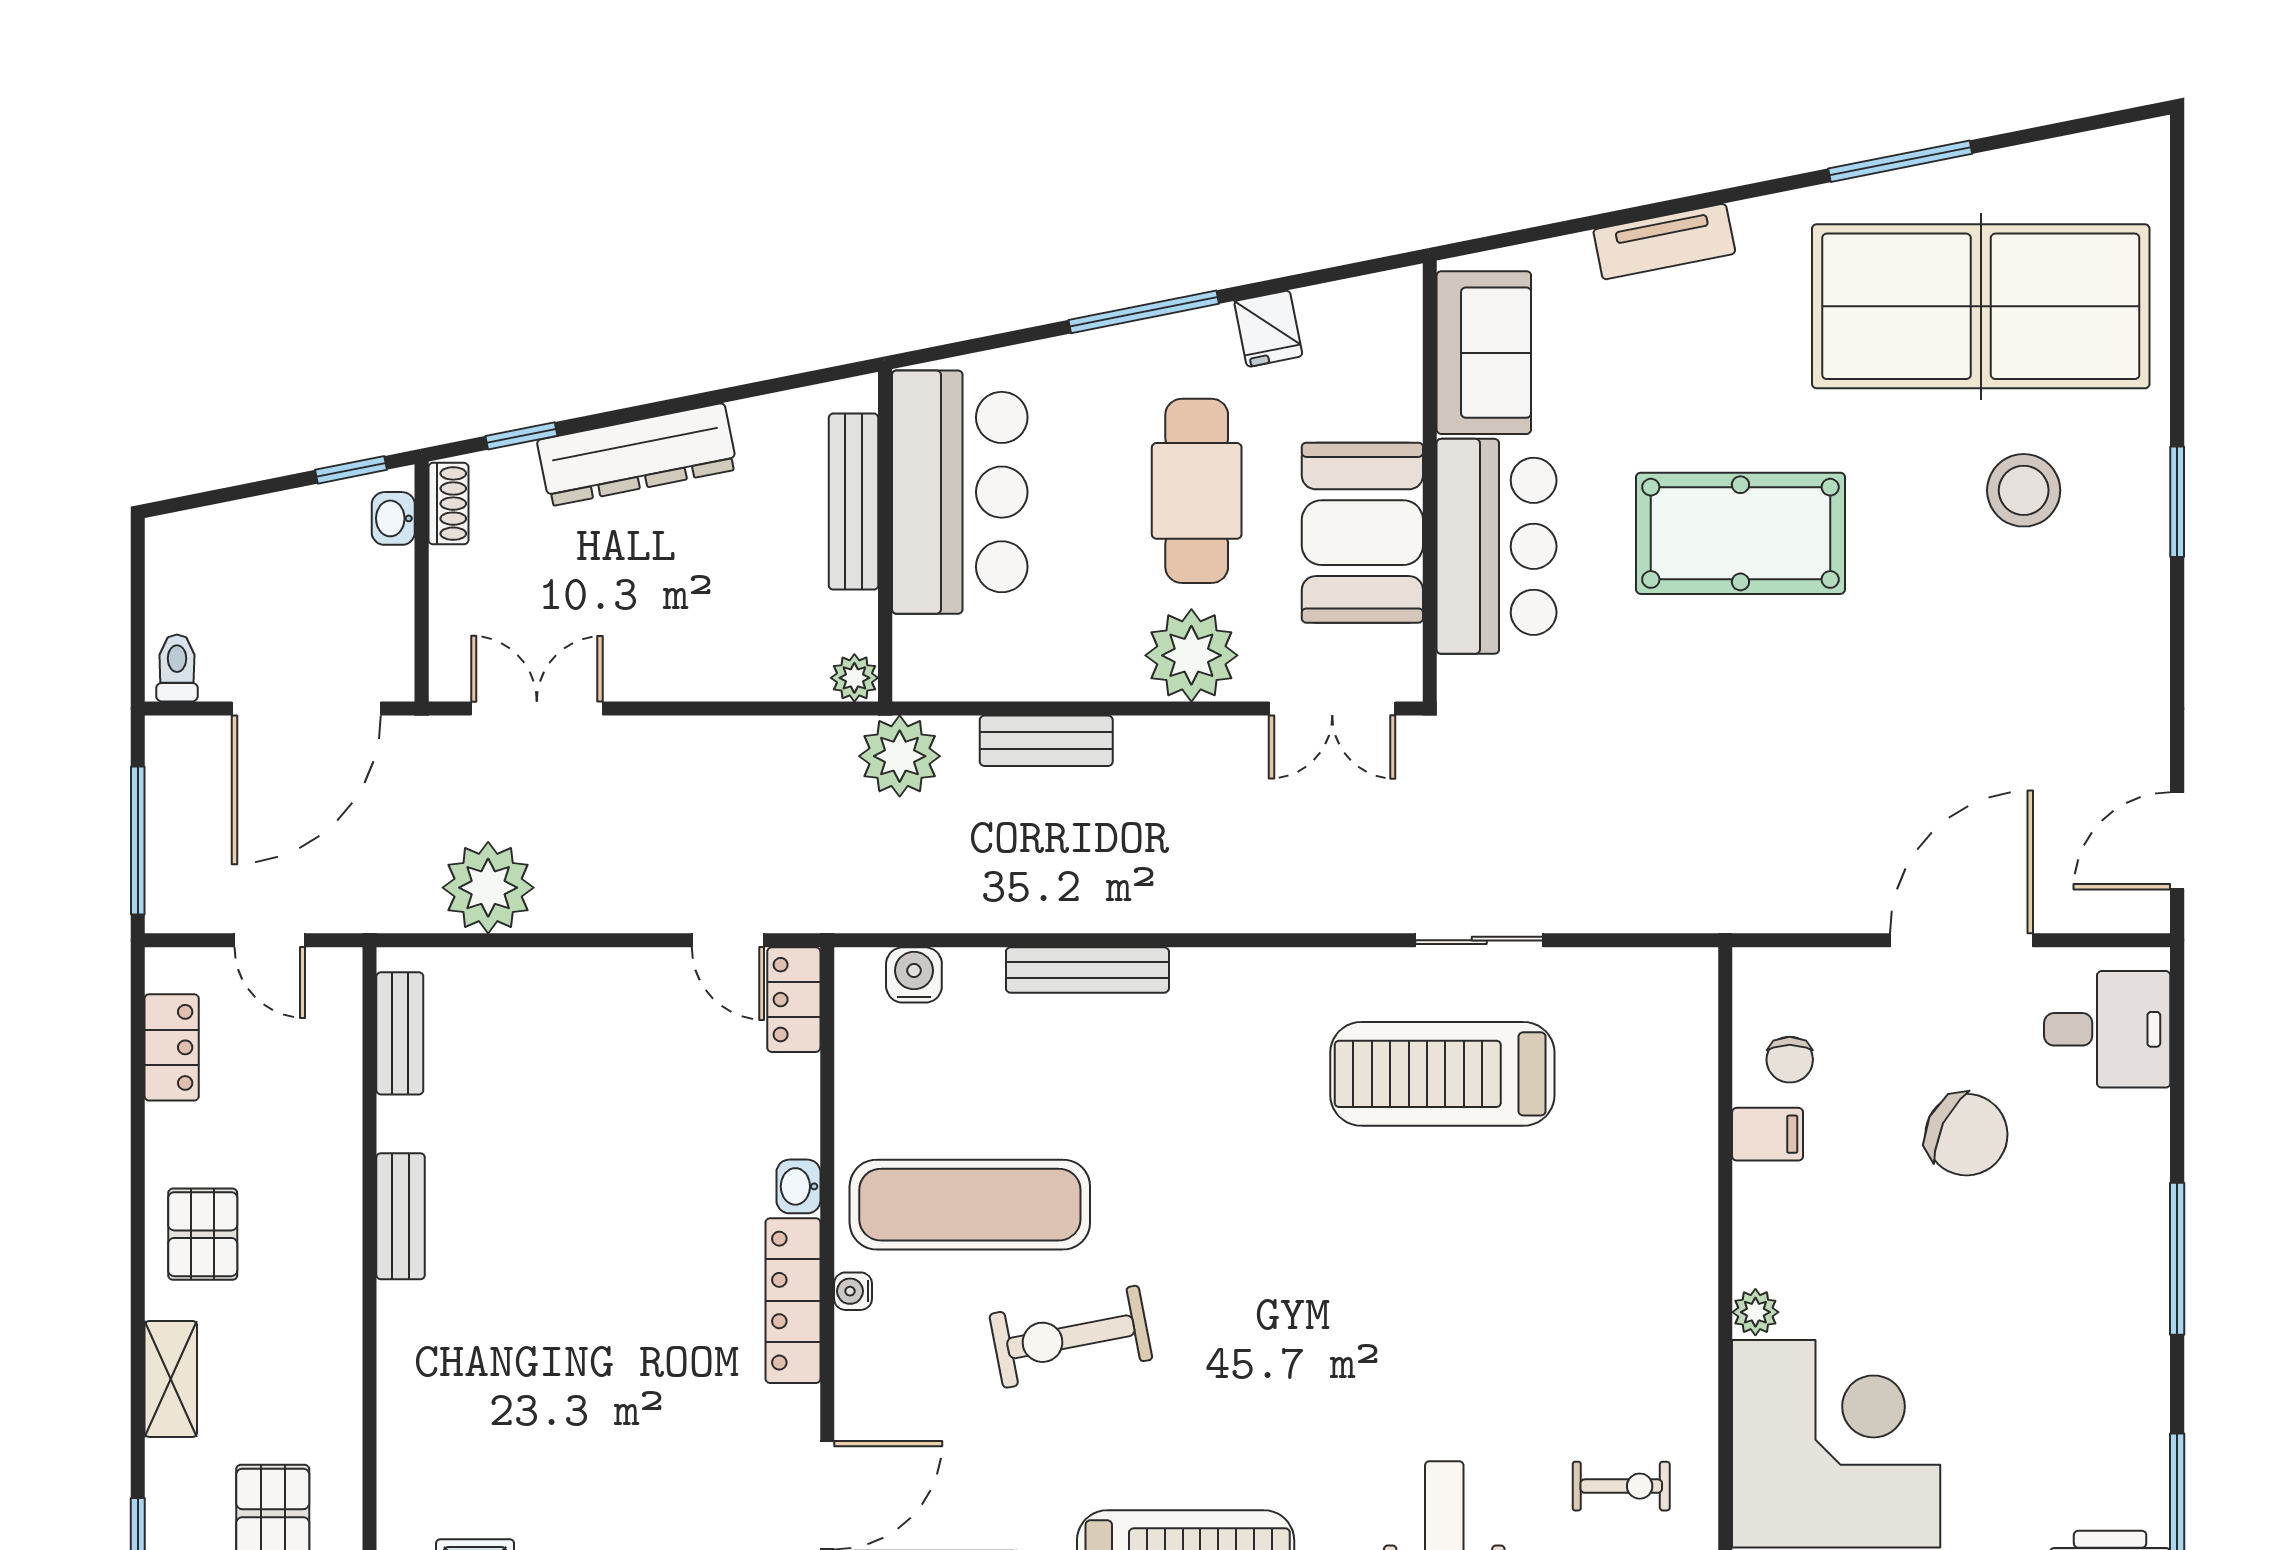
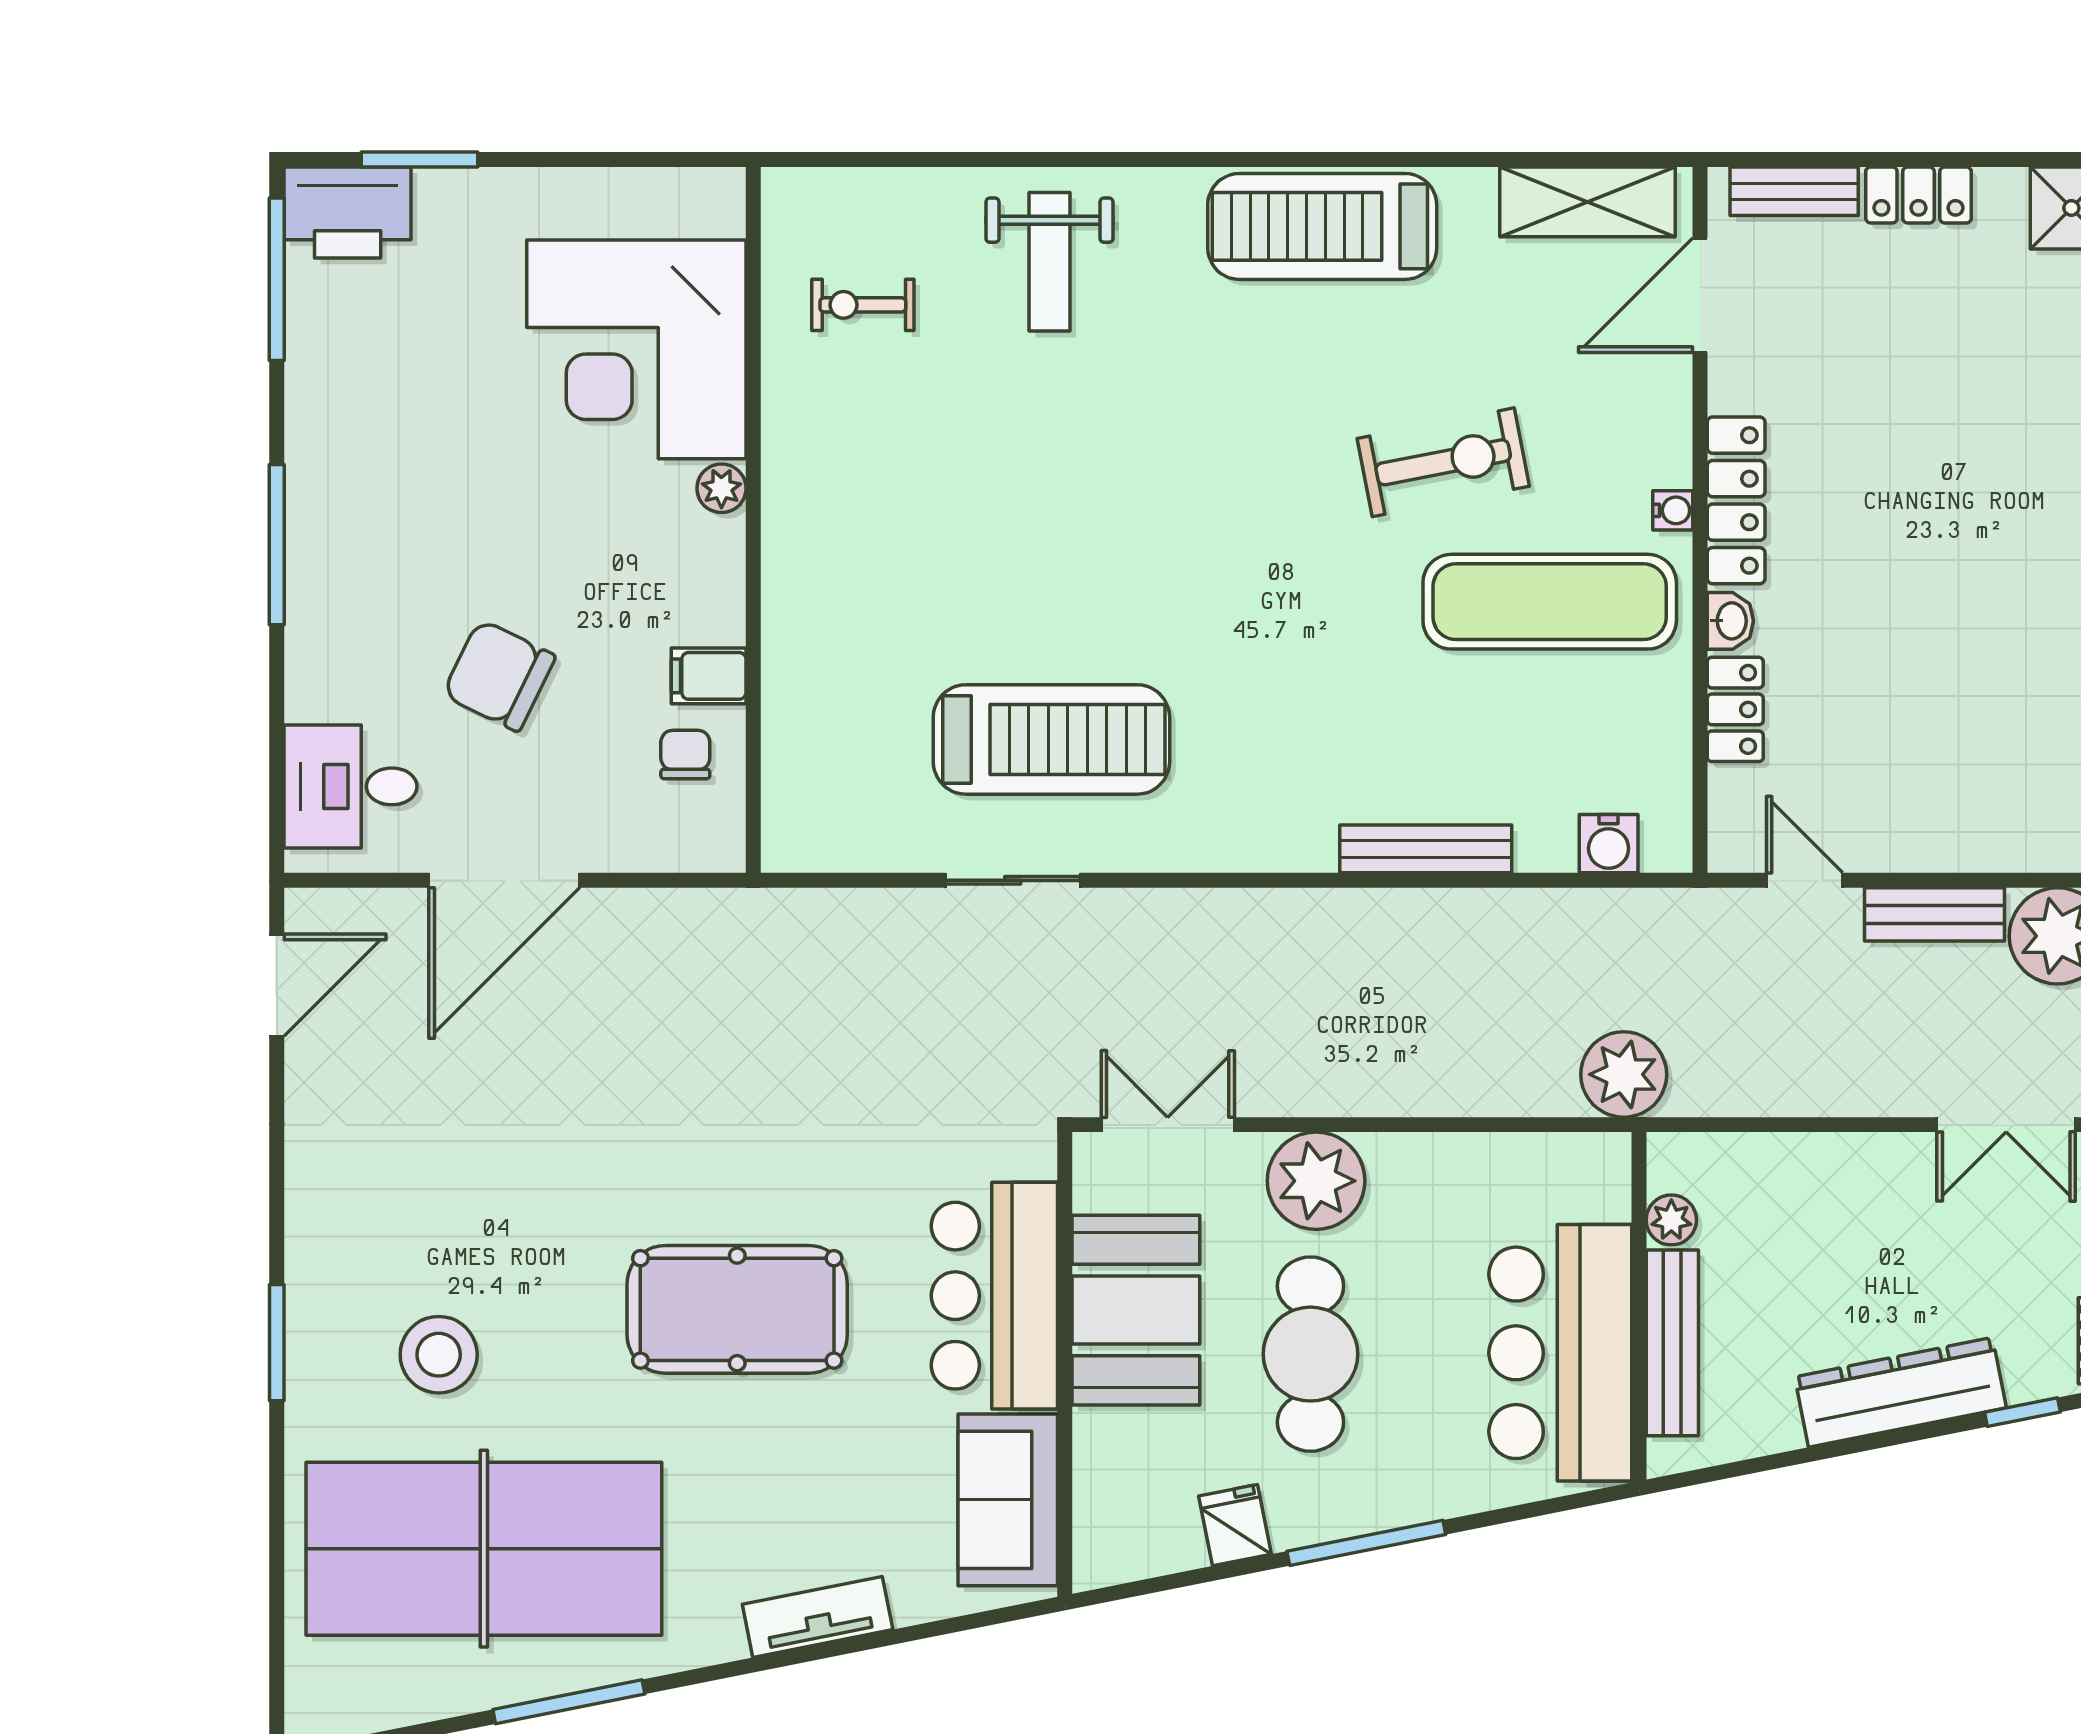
plant: (854, 678) -> (1671, 1220), moved
bench: (1046, 741) -> (1935, 914), moved
locker: (794, 1000) -> (1735, 709), moved

